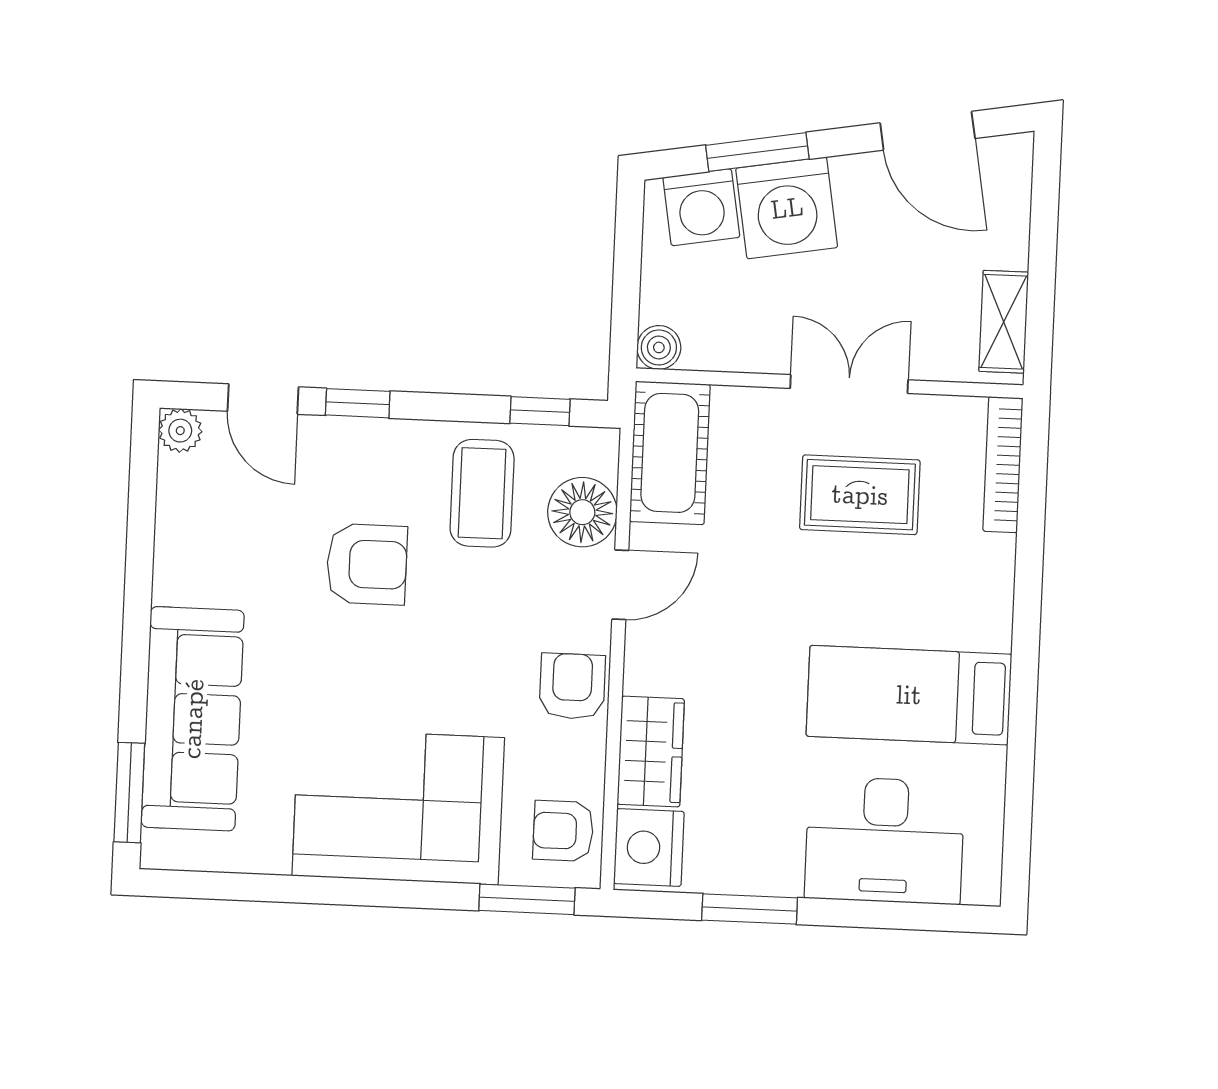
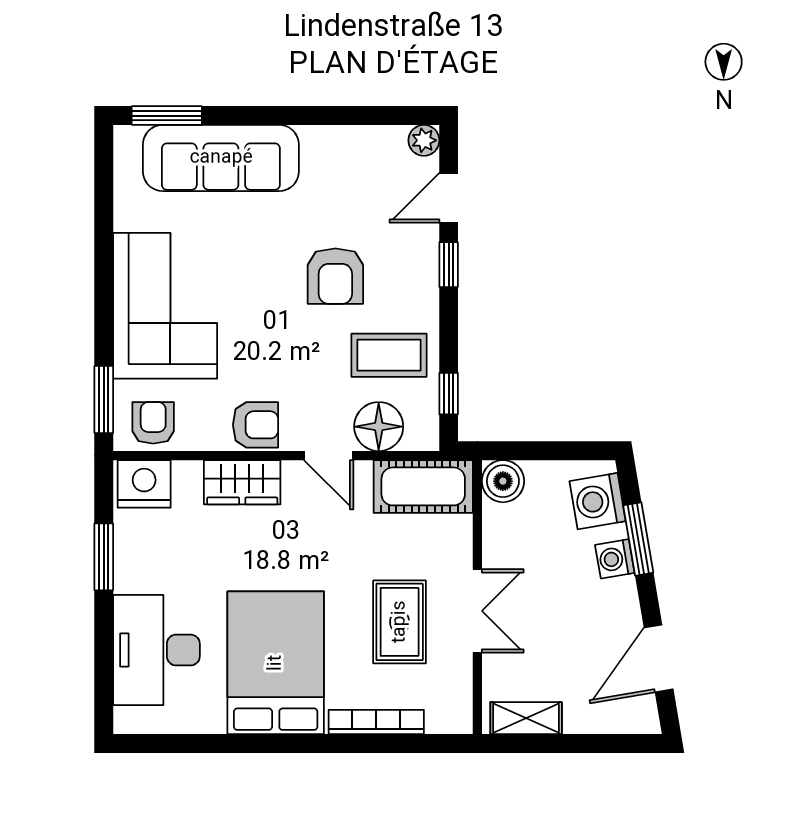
washing machine: (787, 208) -> (615, 559), width x0.53, depth x0.53
boiler: (659, 347) -> (503, 481), width x1.36, depth x1.36
bookcase: (1003, 465) -> (376, 722), moved
bed: (909, 695) -> (276, 663), width x1.50
wardrobe: (651, 752) -> (242, 482), moved

